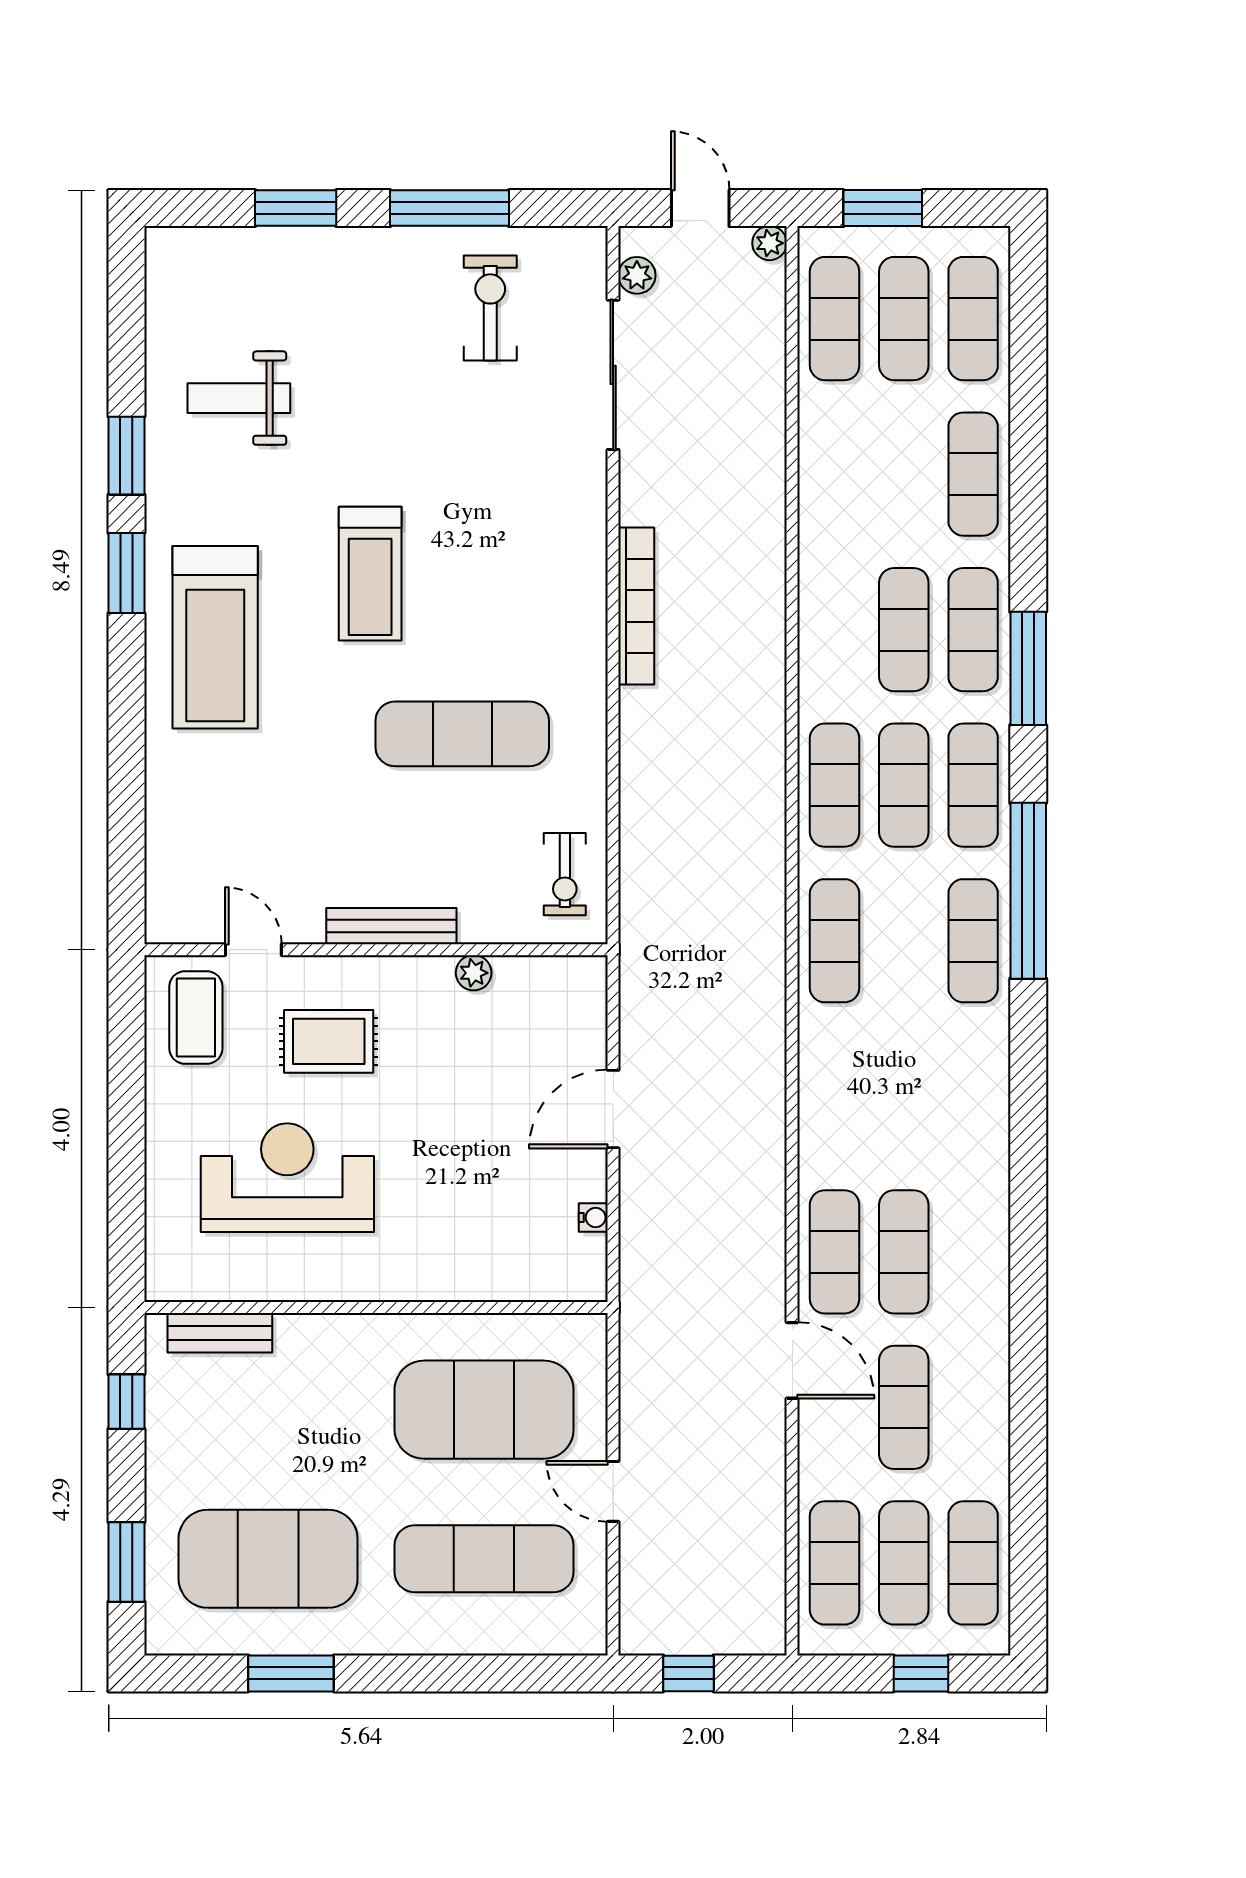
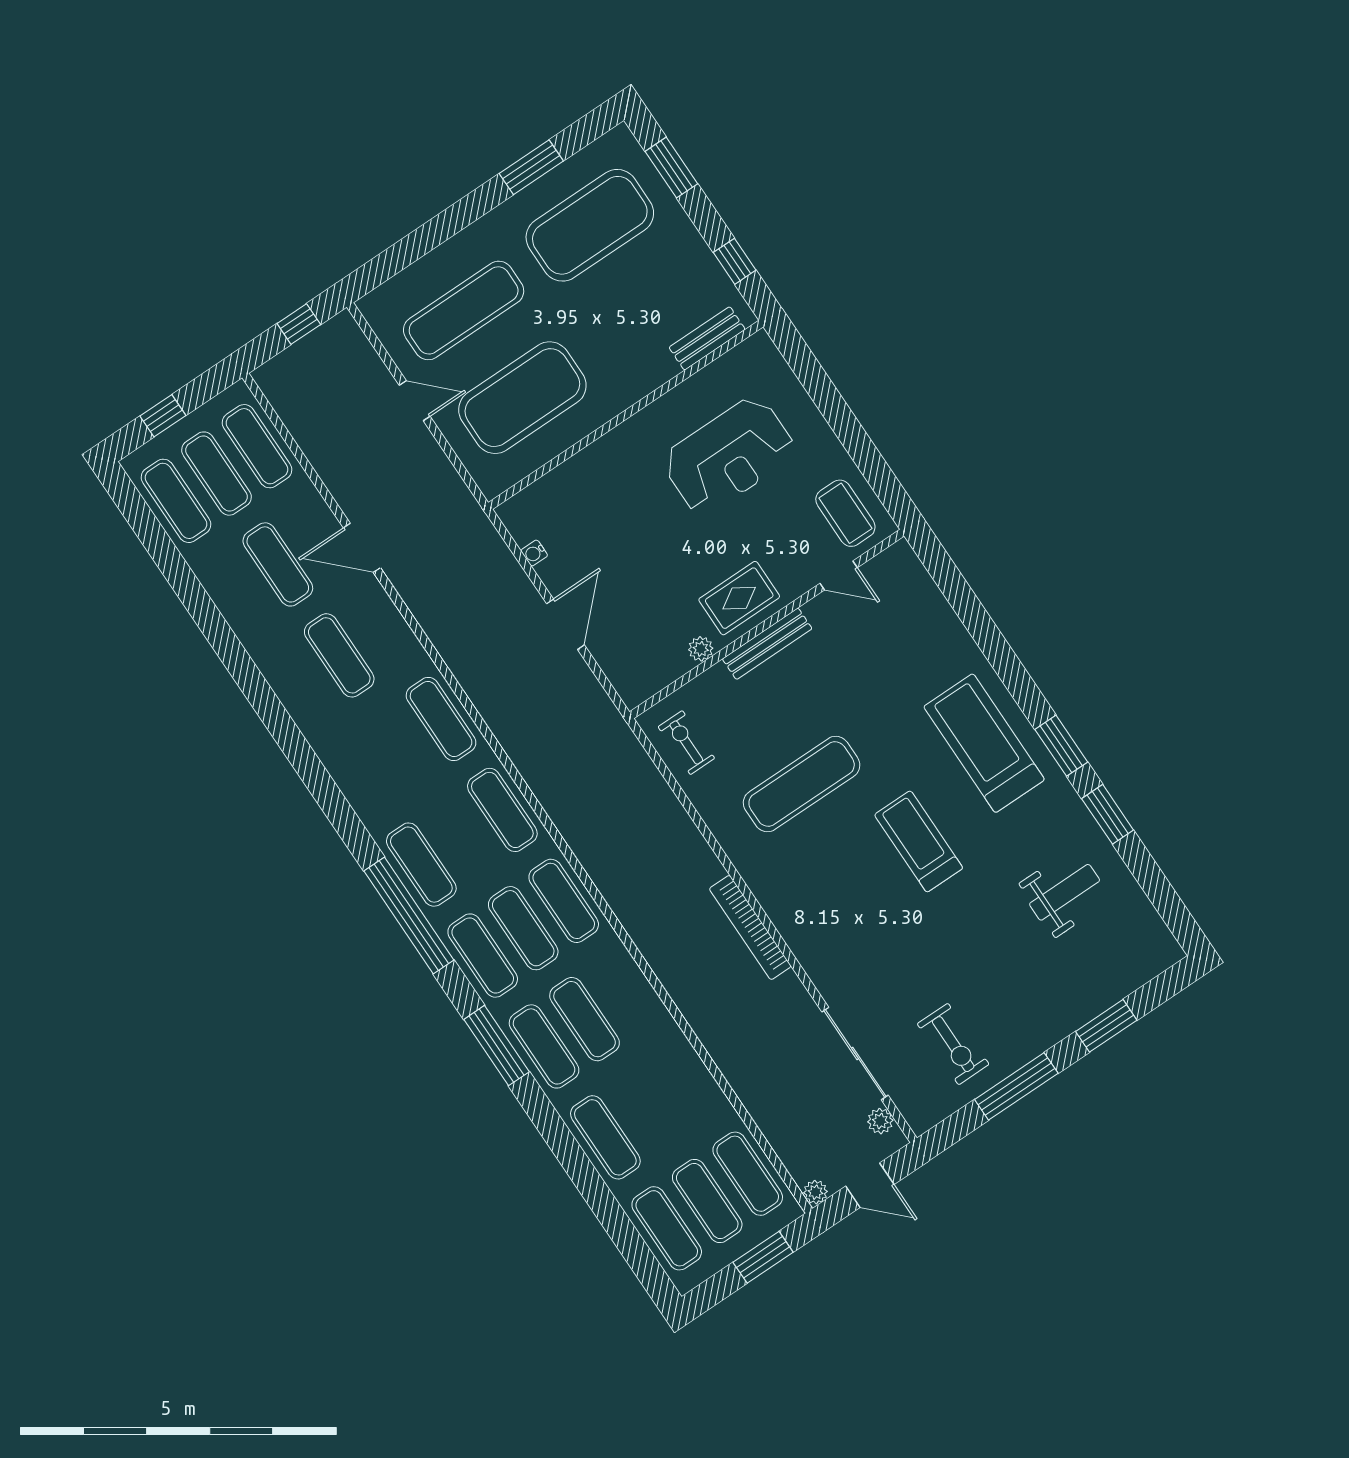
rug: (329, 1041) -> (739, 598), moved
exercise mat: (835, 1252) -> (441, 719), moved

